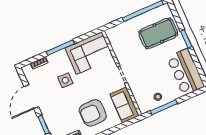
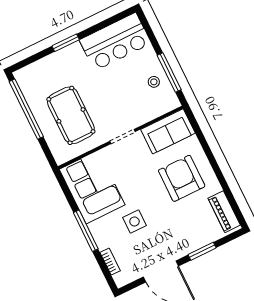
pool table: (158, 33) -> (71, 115), moved
armchair: (93, 113) -> (182, 178), turned 180

